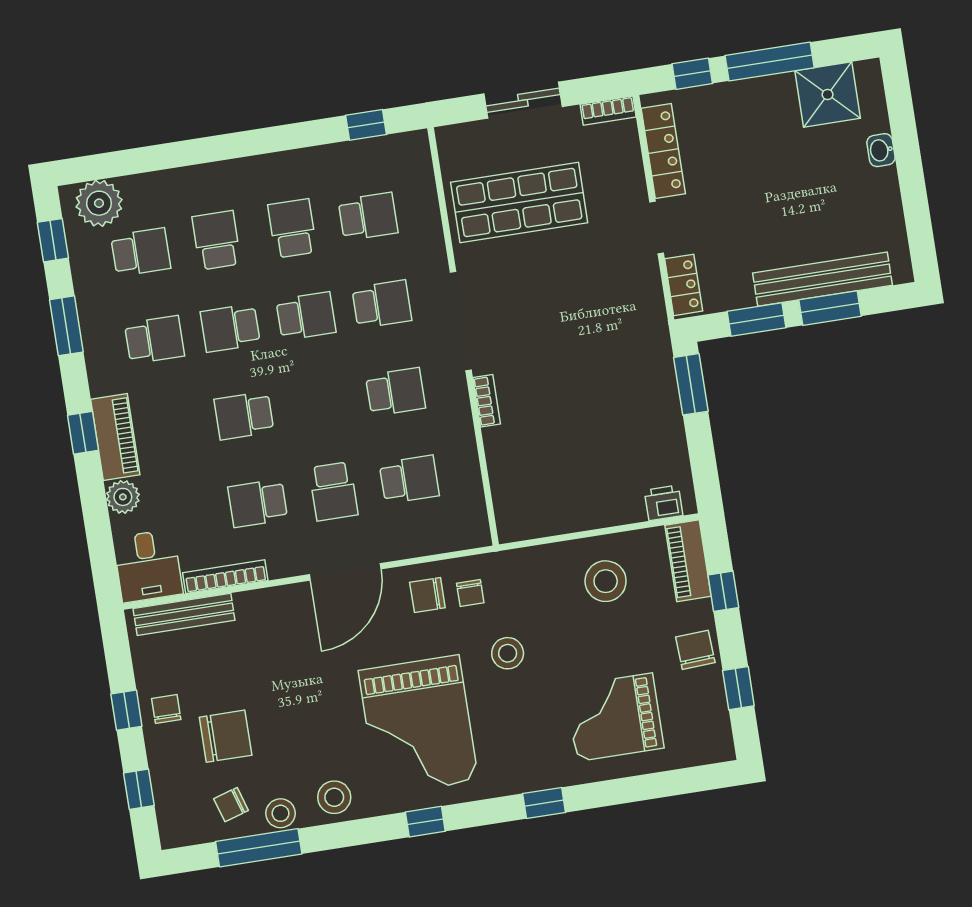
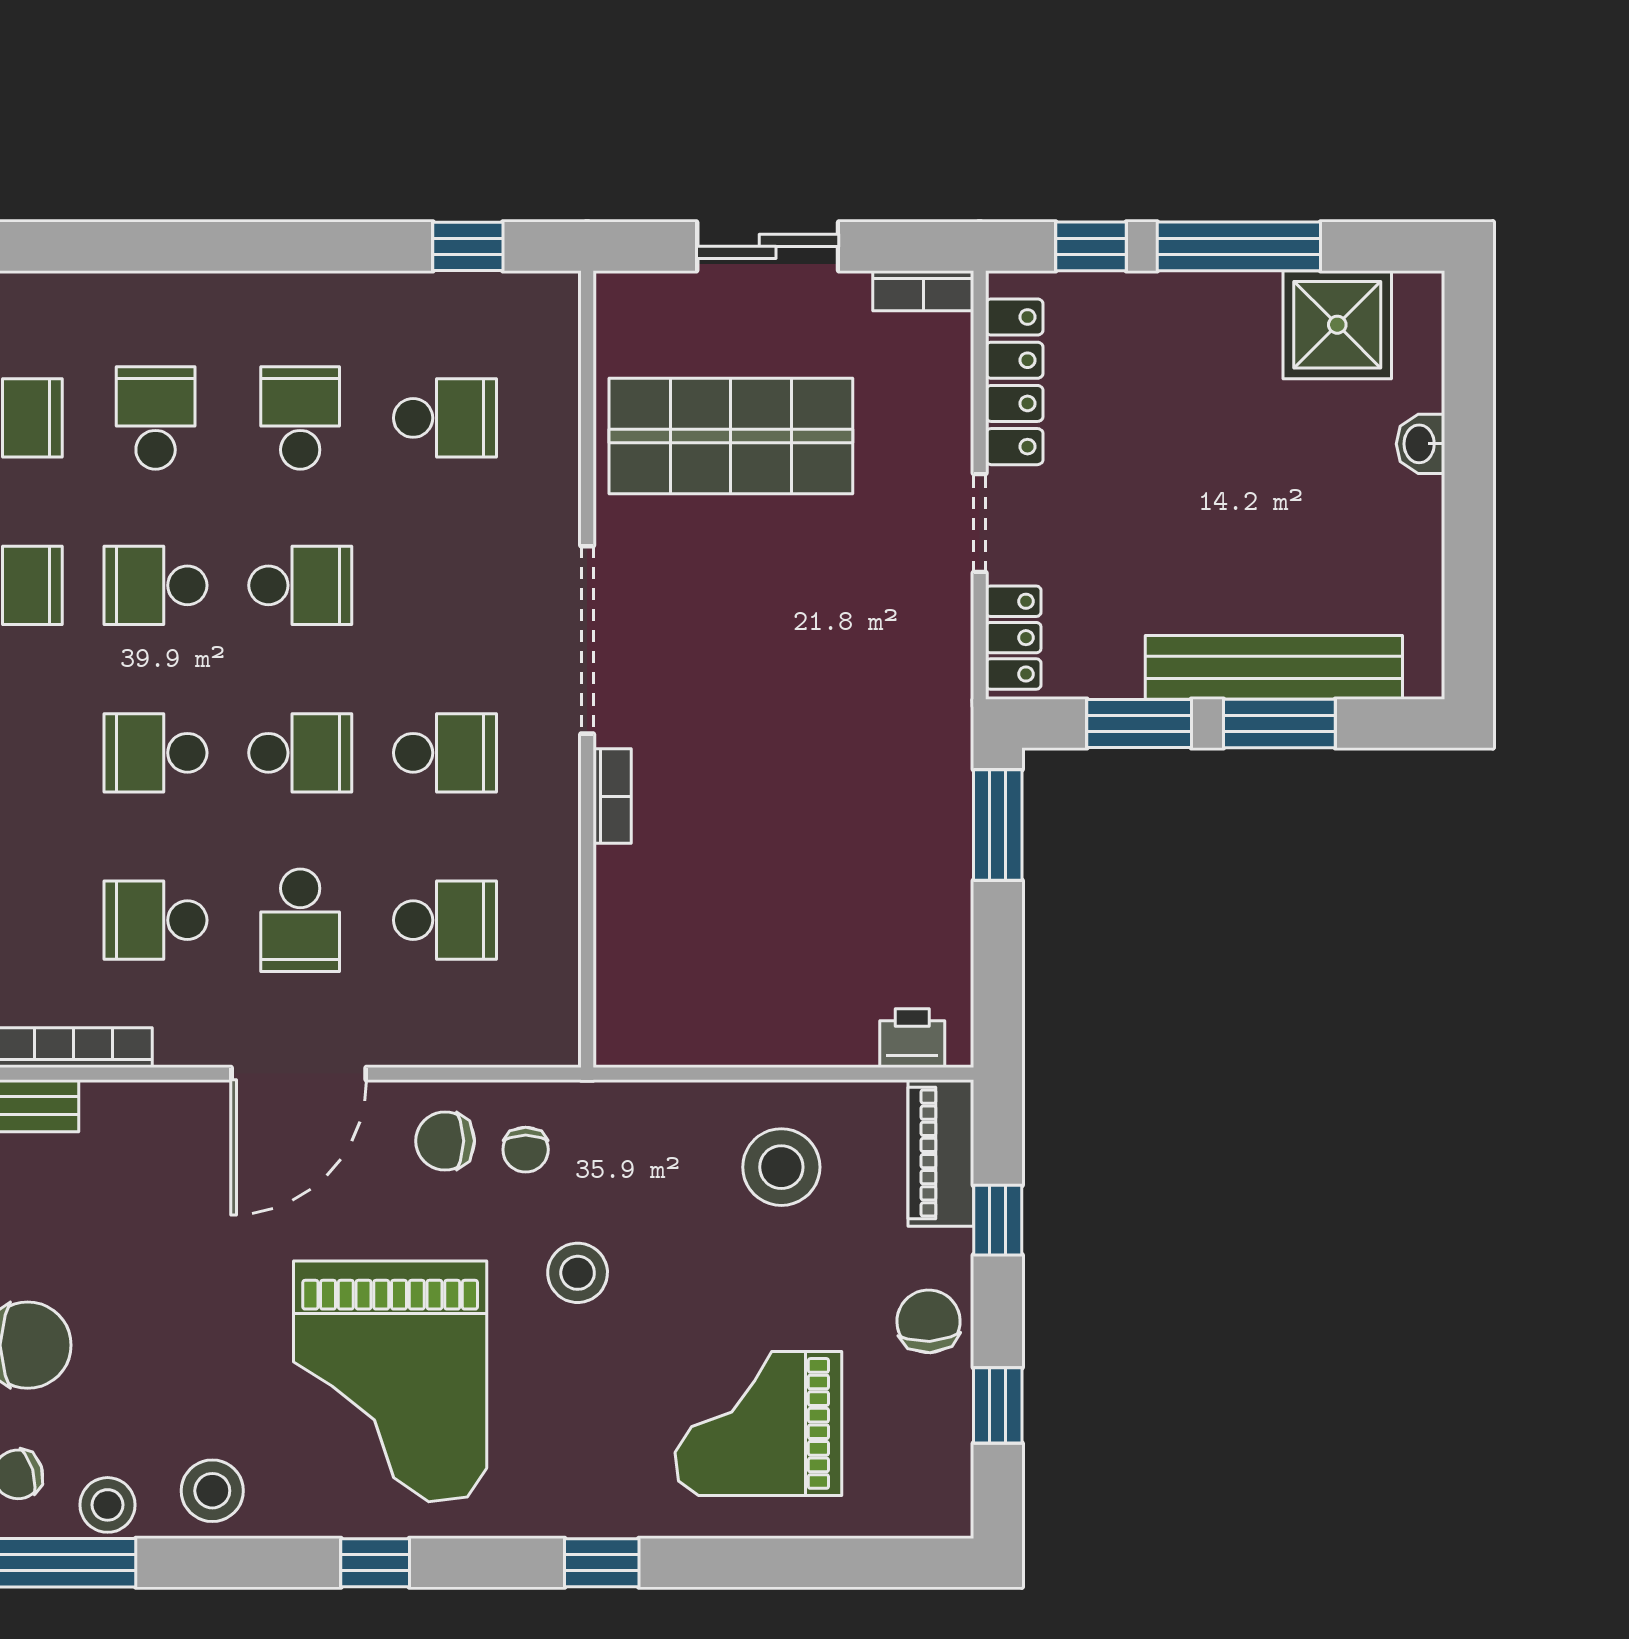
school desk: (382, 304) -> (300, 753), moved

